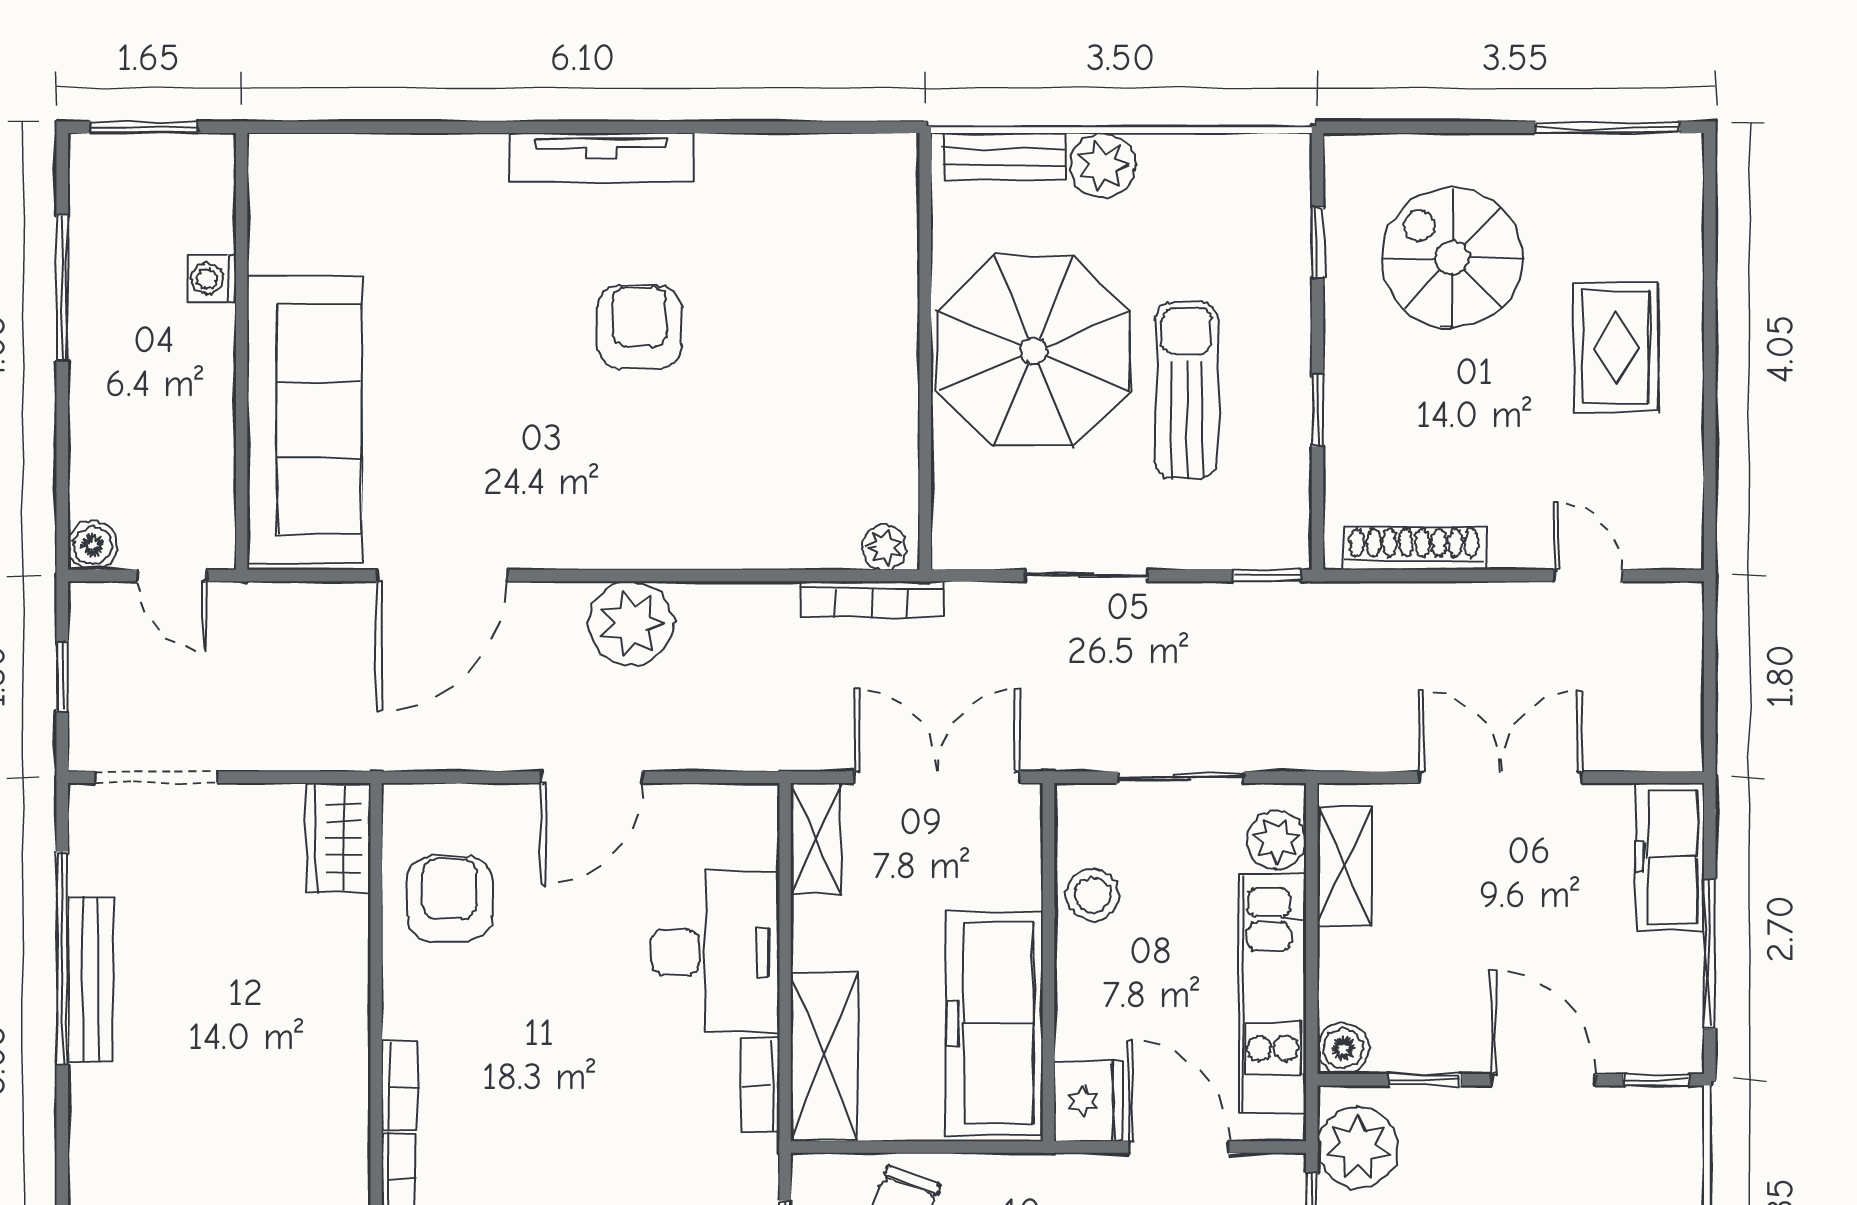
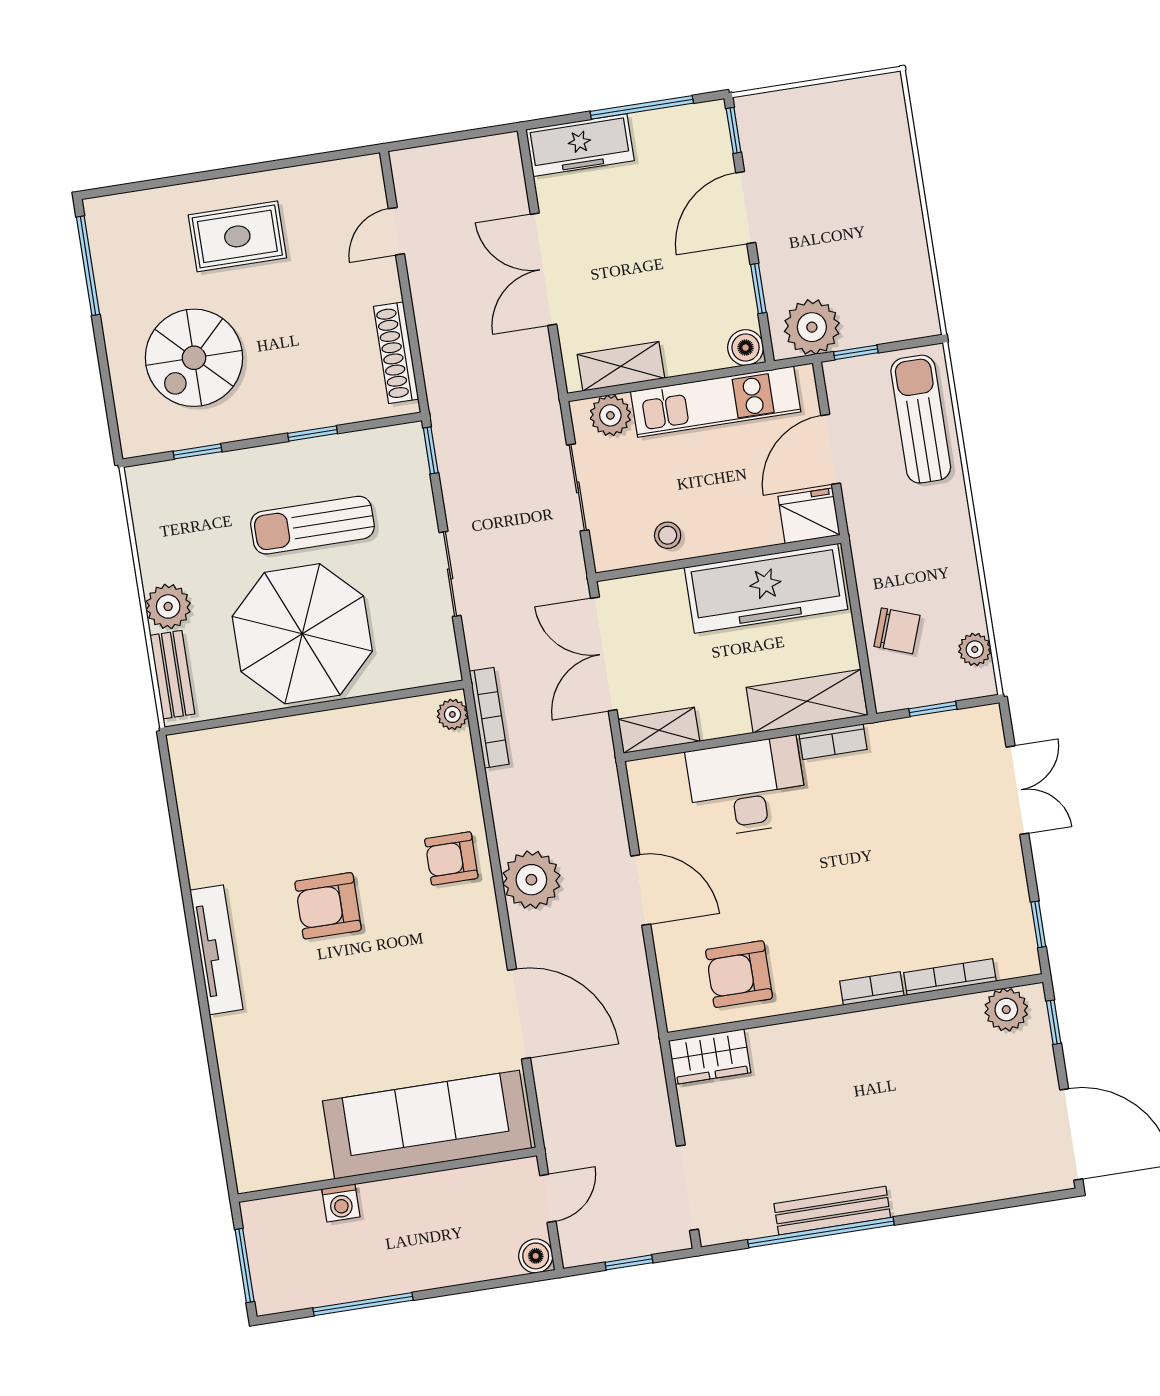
armchair: (679, 514) -> (451, 858), added
stool: (1093, 895) -> (668, 535), width x0.73, depth x0.73

